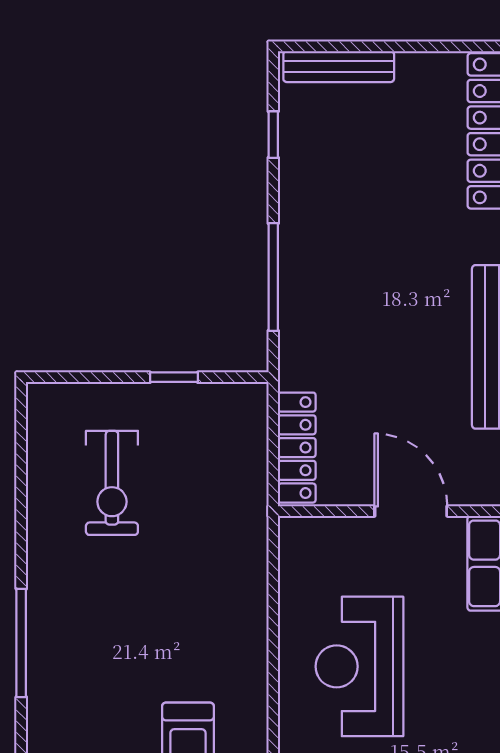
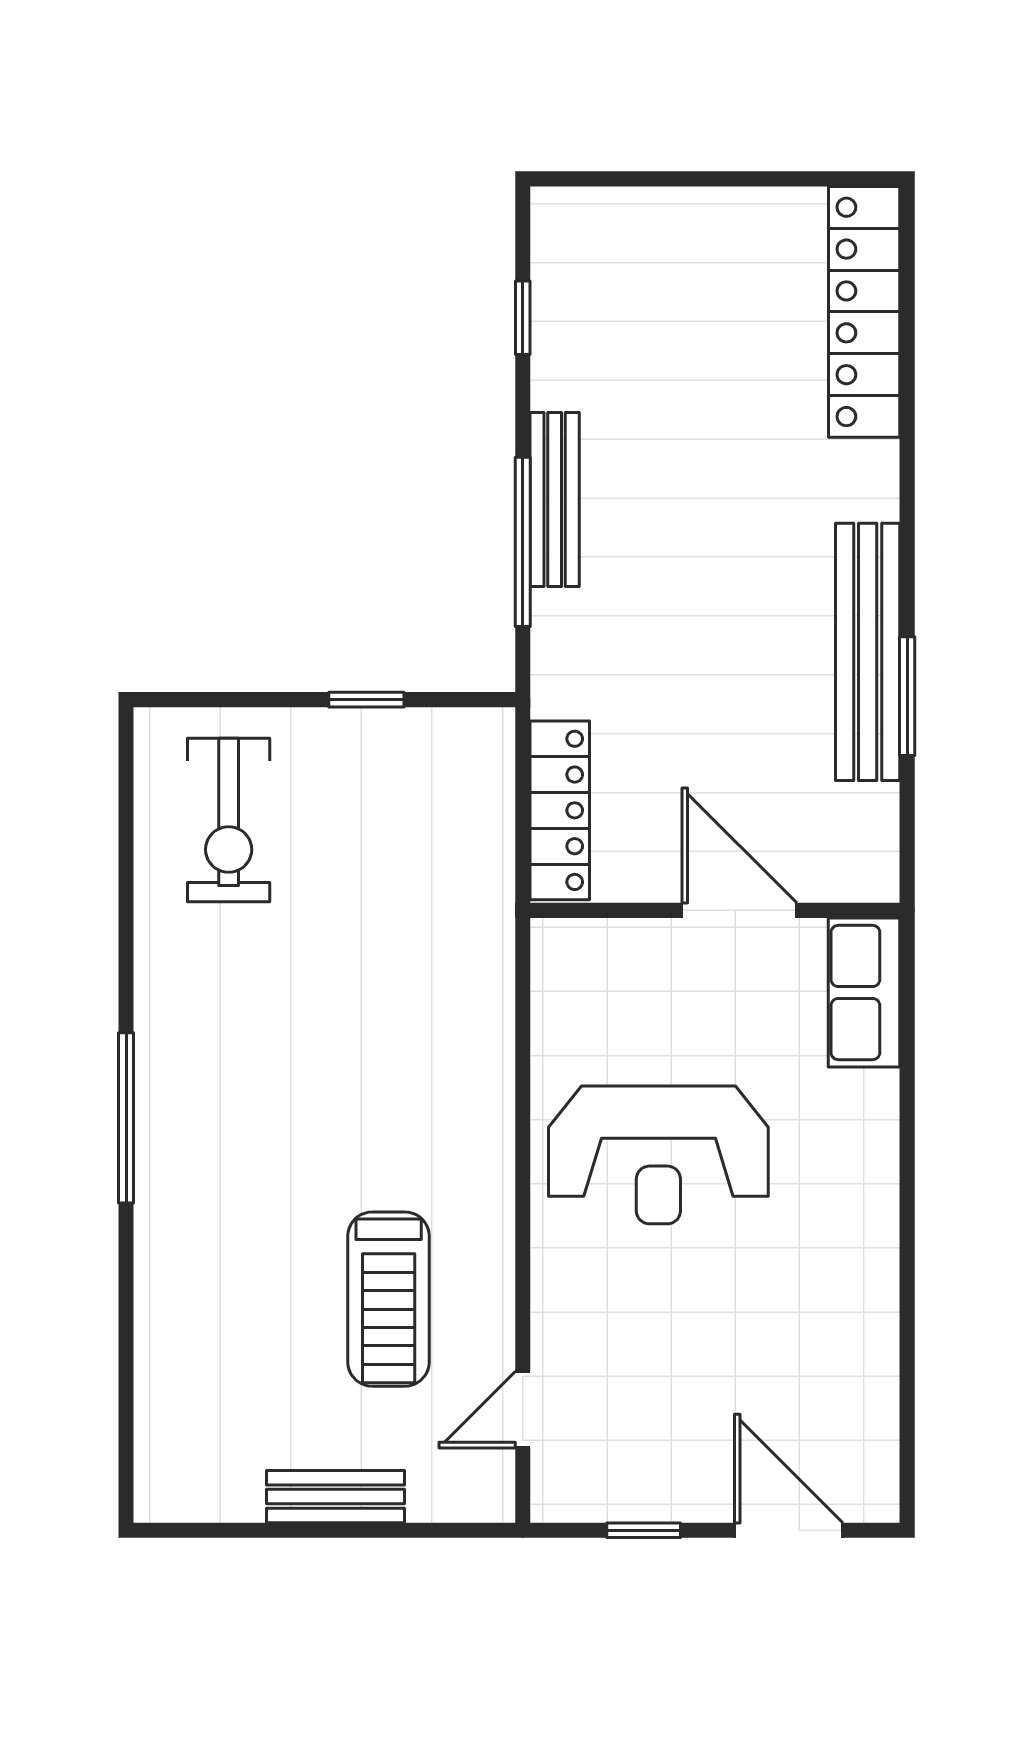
bench: (339, 67) -> (555, 500), moved, turned 90
exercise bike: (112, 483) -> (229, 820), moved
reception desk: (359, 666) -> (658, 1155), turned -90

